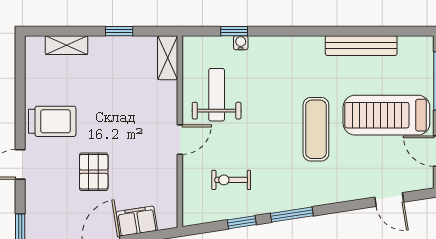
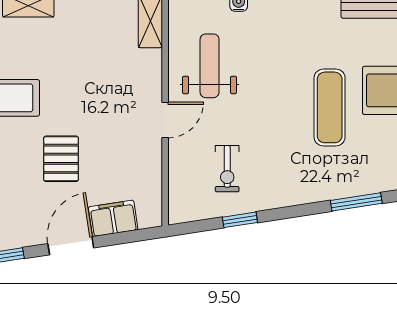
exercise bike: (231, 180) -> (227, 169), turned -90
window: (292, 215) -> (356, 202), moved

